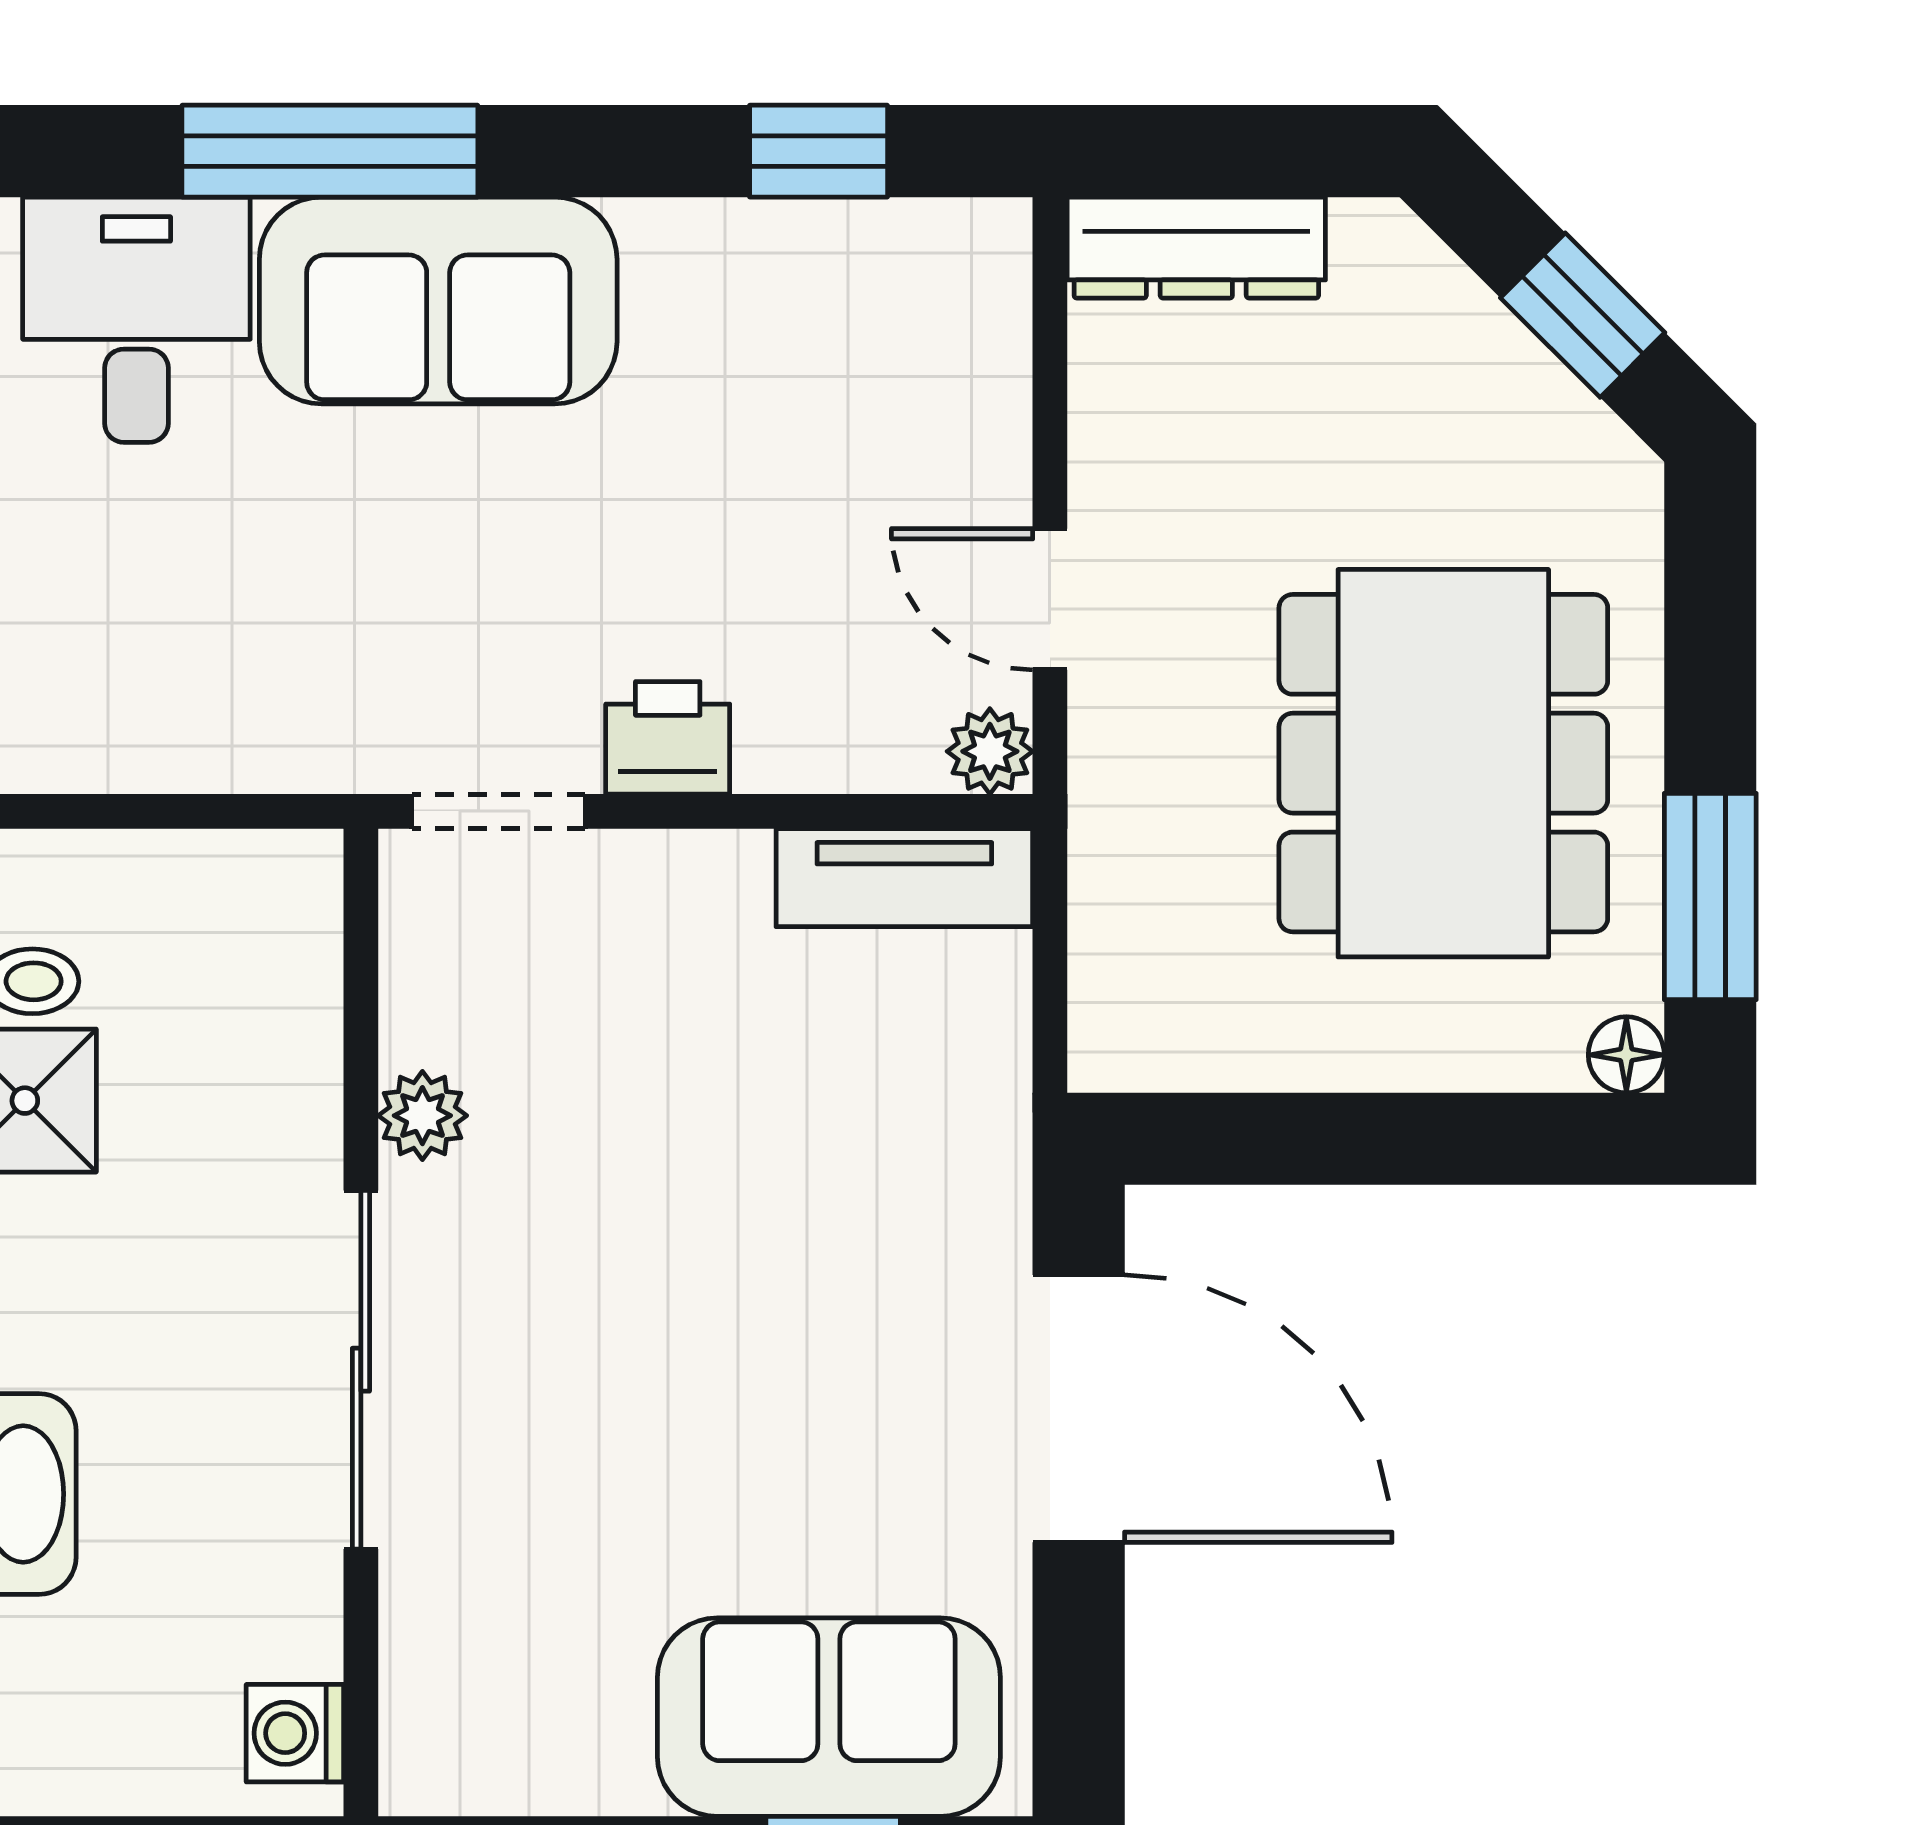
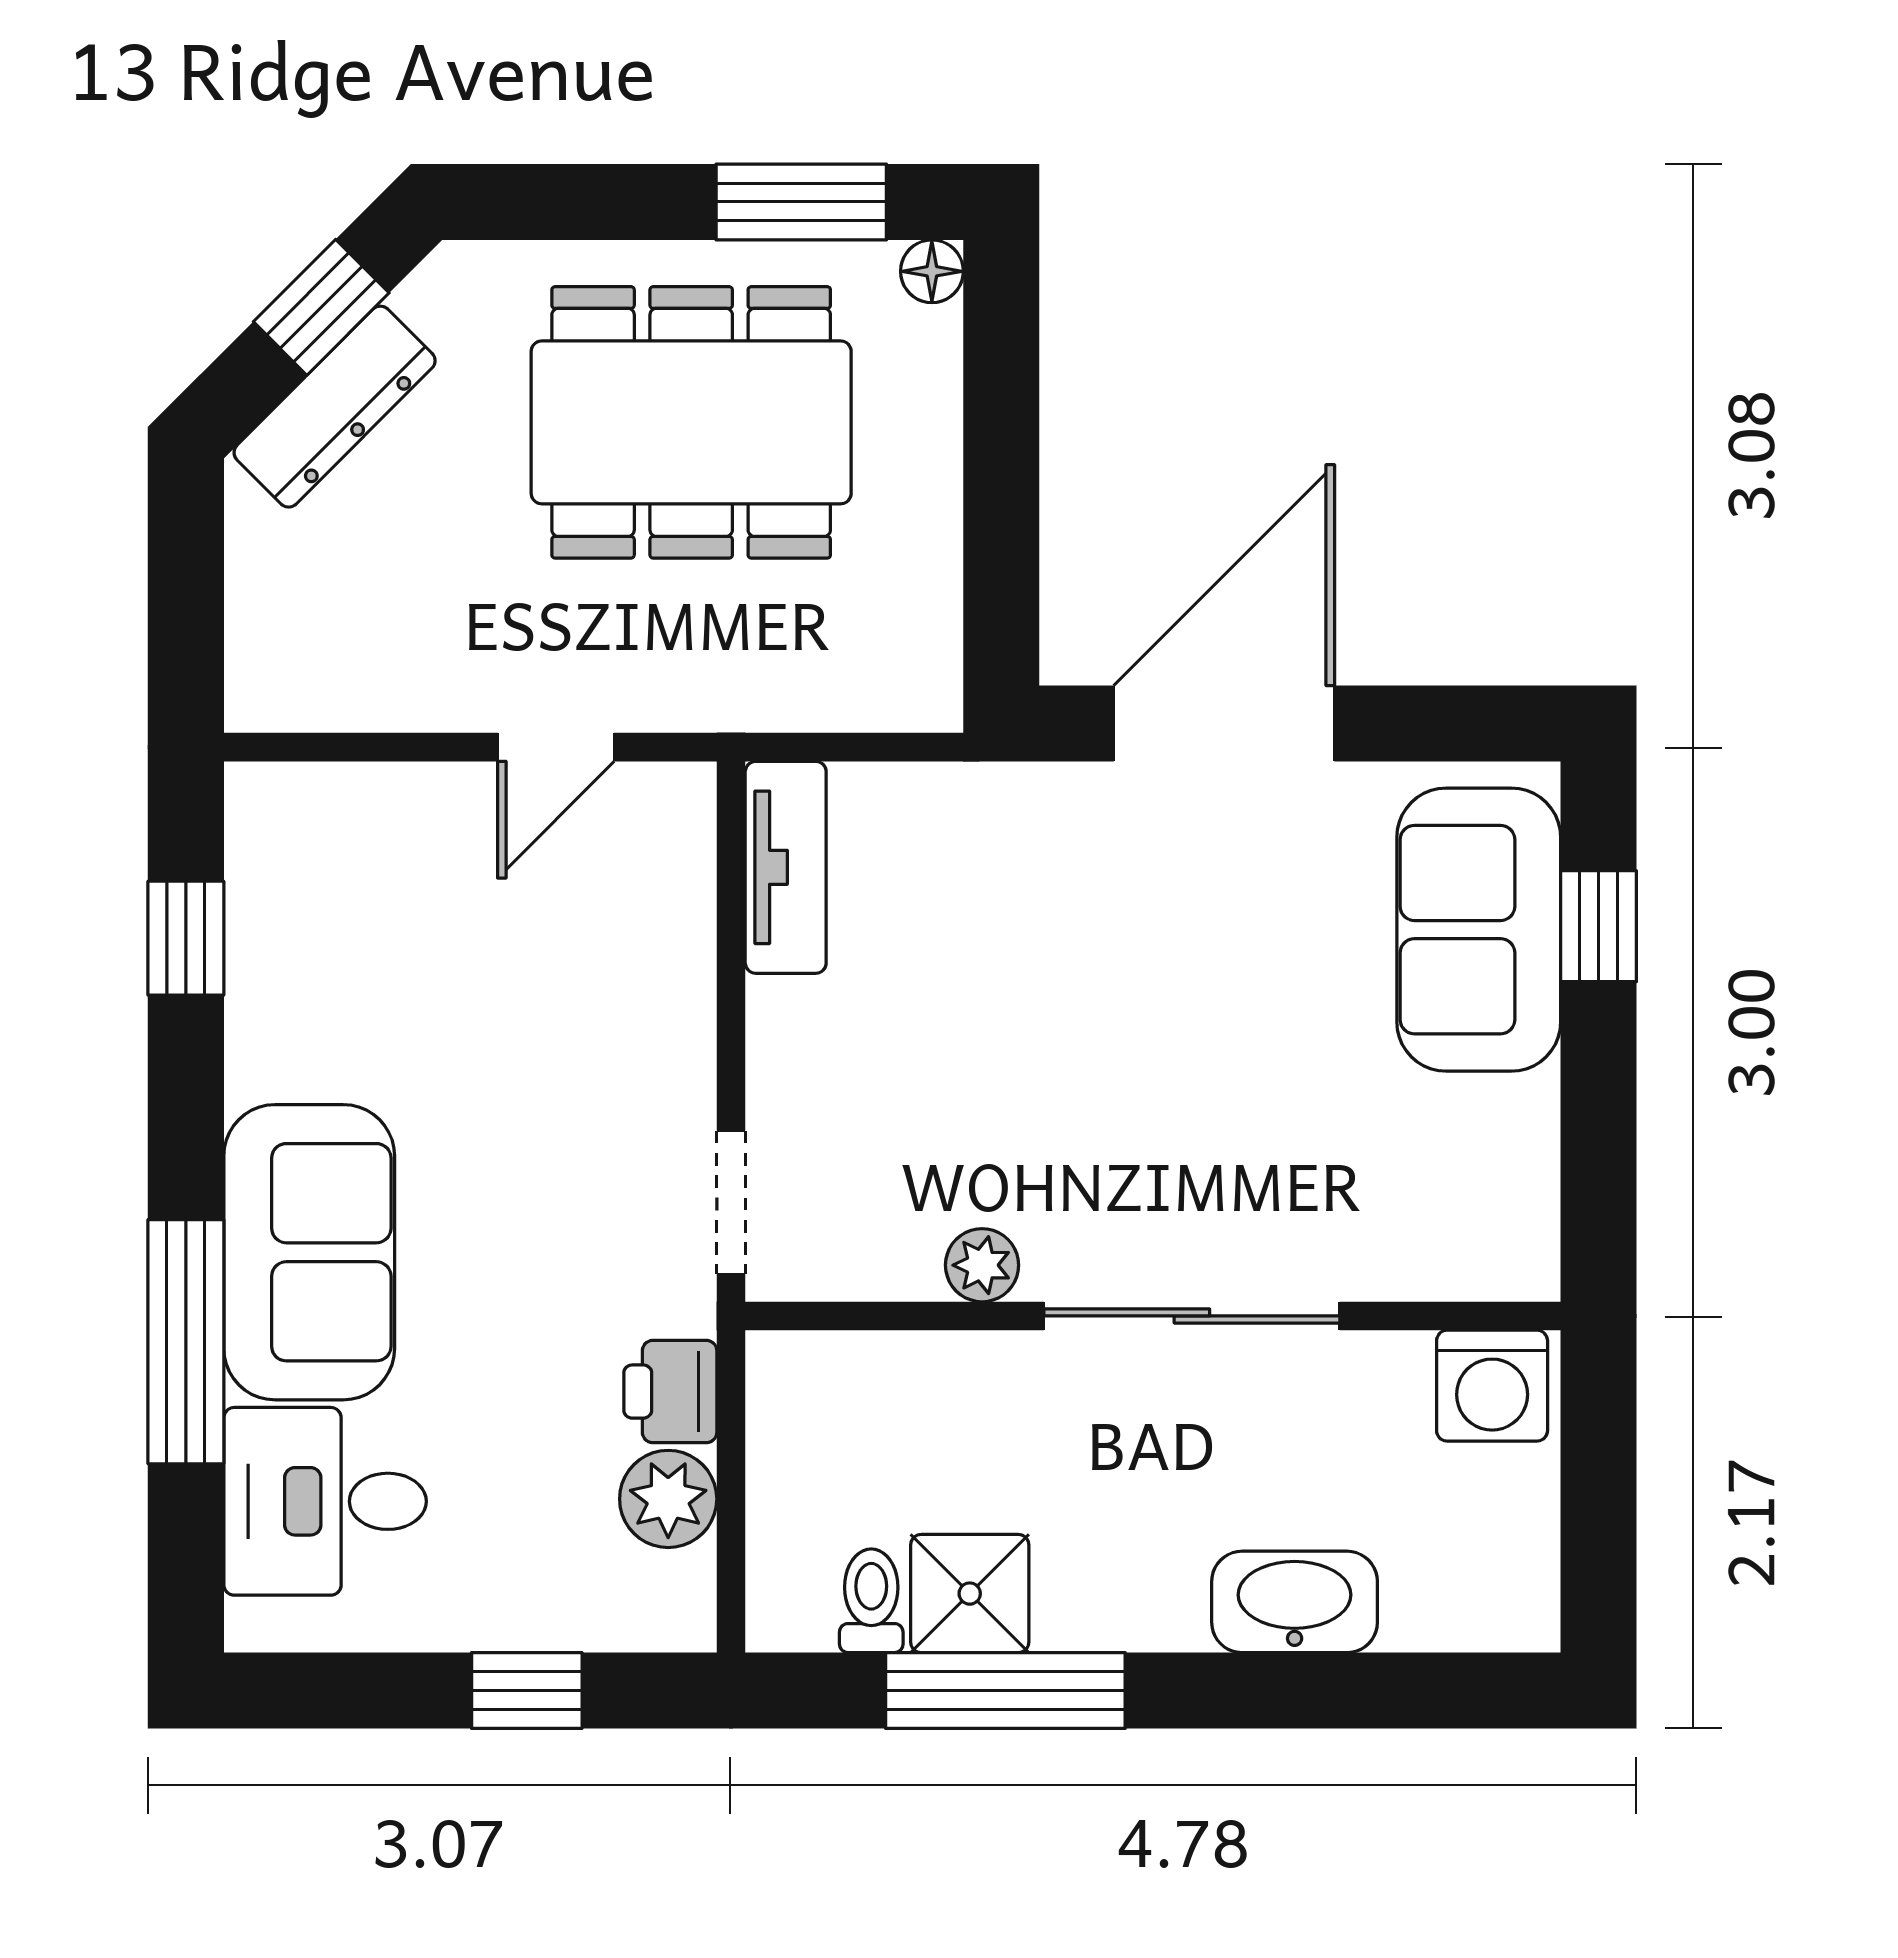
dresser: (1196, 248) -> (335, 407), moved, turned 45
printer: (668, 738) -> (670, 1392), moved
plant: (990, 751) -> (668, 1499), moved, width x1.38, depth x1.38
washing machine: (295, 1733) -> (1492, 1386), width x1.38, depth x1.38

